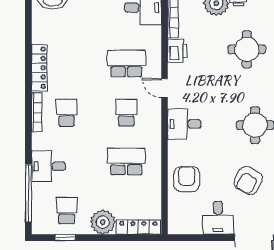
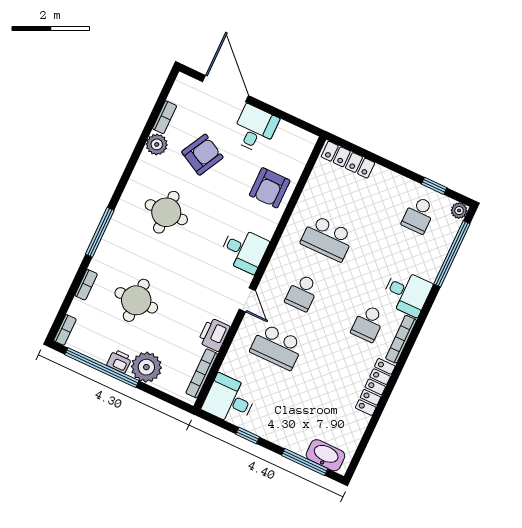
desk: (48, 166) -> (407, 293), moved
plant: (103, 222) -> (459, 211), moved, width x0.53, depth x0.53

